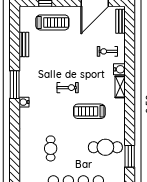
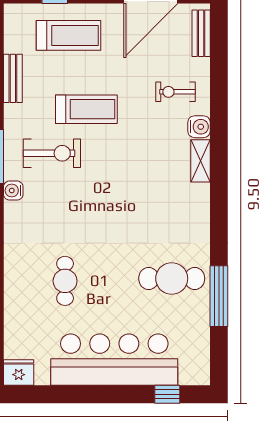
exercise bike: (68, 88) -> (52, 153), moved, width x1.38, depth x1.39
treadmill: (89, 111) -> (86, 109), moved, turned 180
window: (130, 156) -> (219, 296), width x1.44

